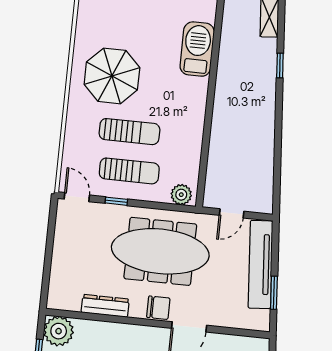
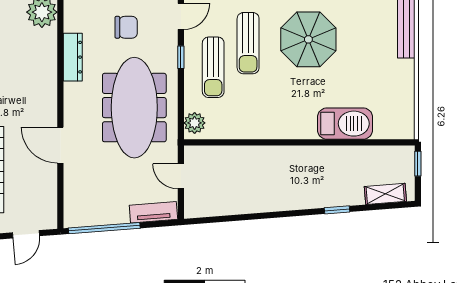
sun lounger: (129, 132) -> (248, 43), moved
tv unit: (260, 264) -> (153, 212), width x0.52, depth x0.78
window: (274, 293) -> (104, 228), width x2.11
chair: (158, 308) -> (126, 27), moved, turned -90

